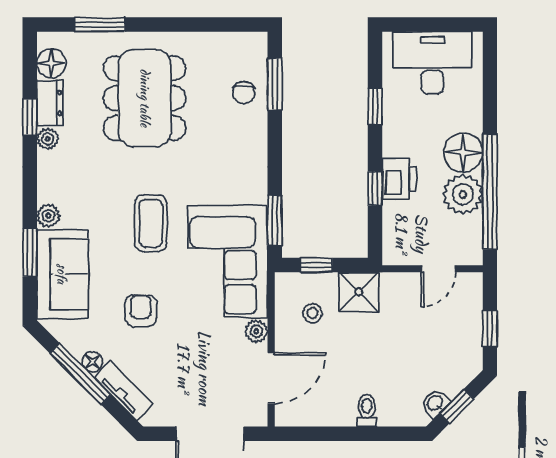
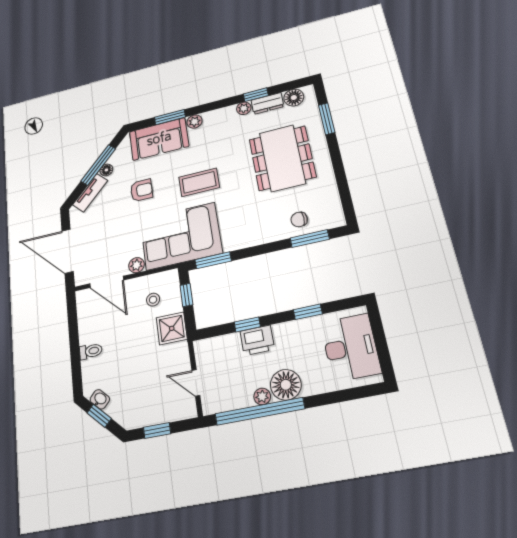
dining table: (145, 98) -> (282, 158), turned 90
plant: (463, 194) -> (262, 396), width x0.53, depth x0.53

